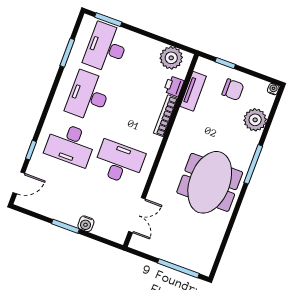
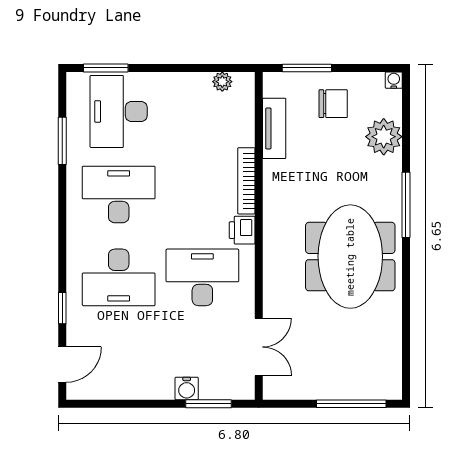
plant: (171, 58) -> (222, 82), width x0.53, depth x0.53
window: (225, 63) -> (307, 68), width x1.50
printer: (174, 86) -> (242, 230), moved
desk: (88, 96) -> (119, 194), turned 90
window: (65, 226) -> (208, 404), moved

